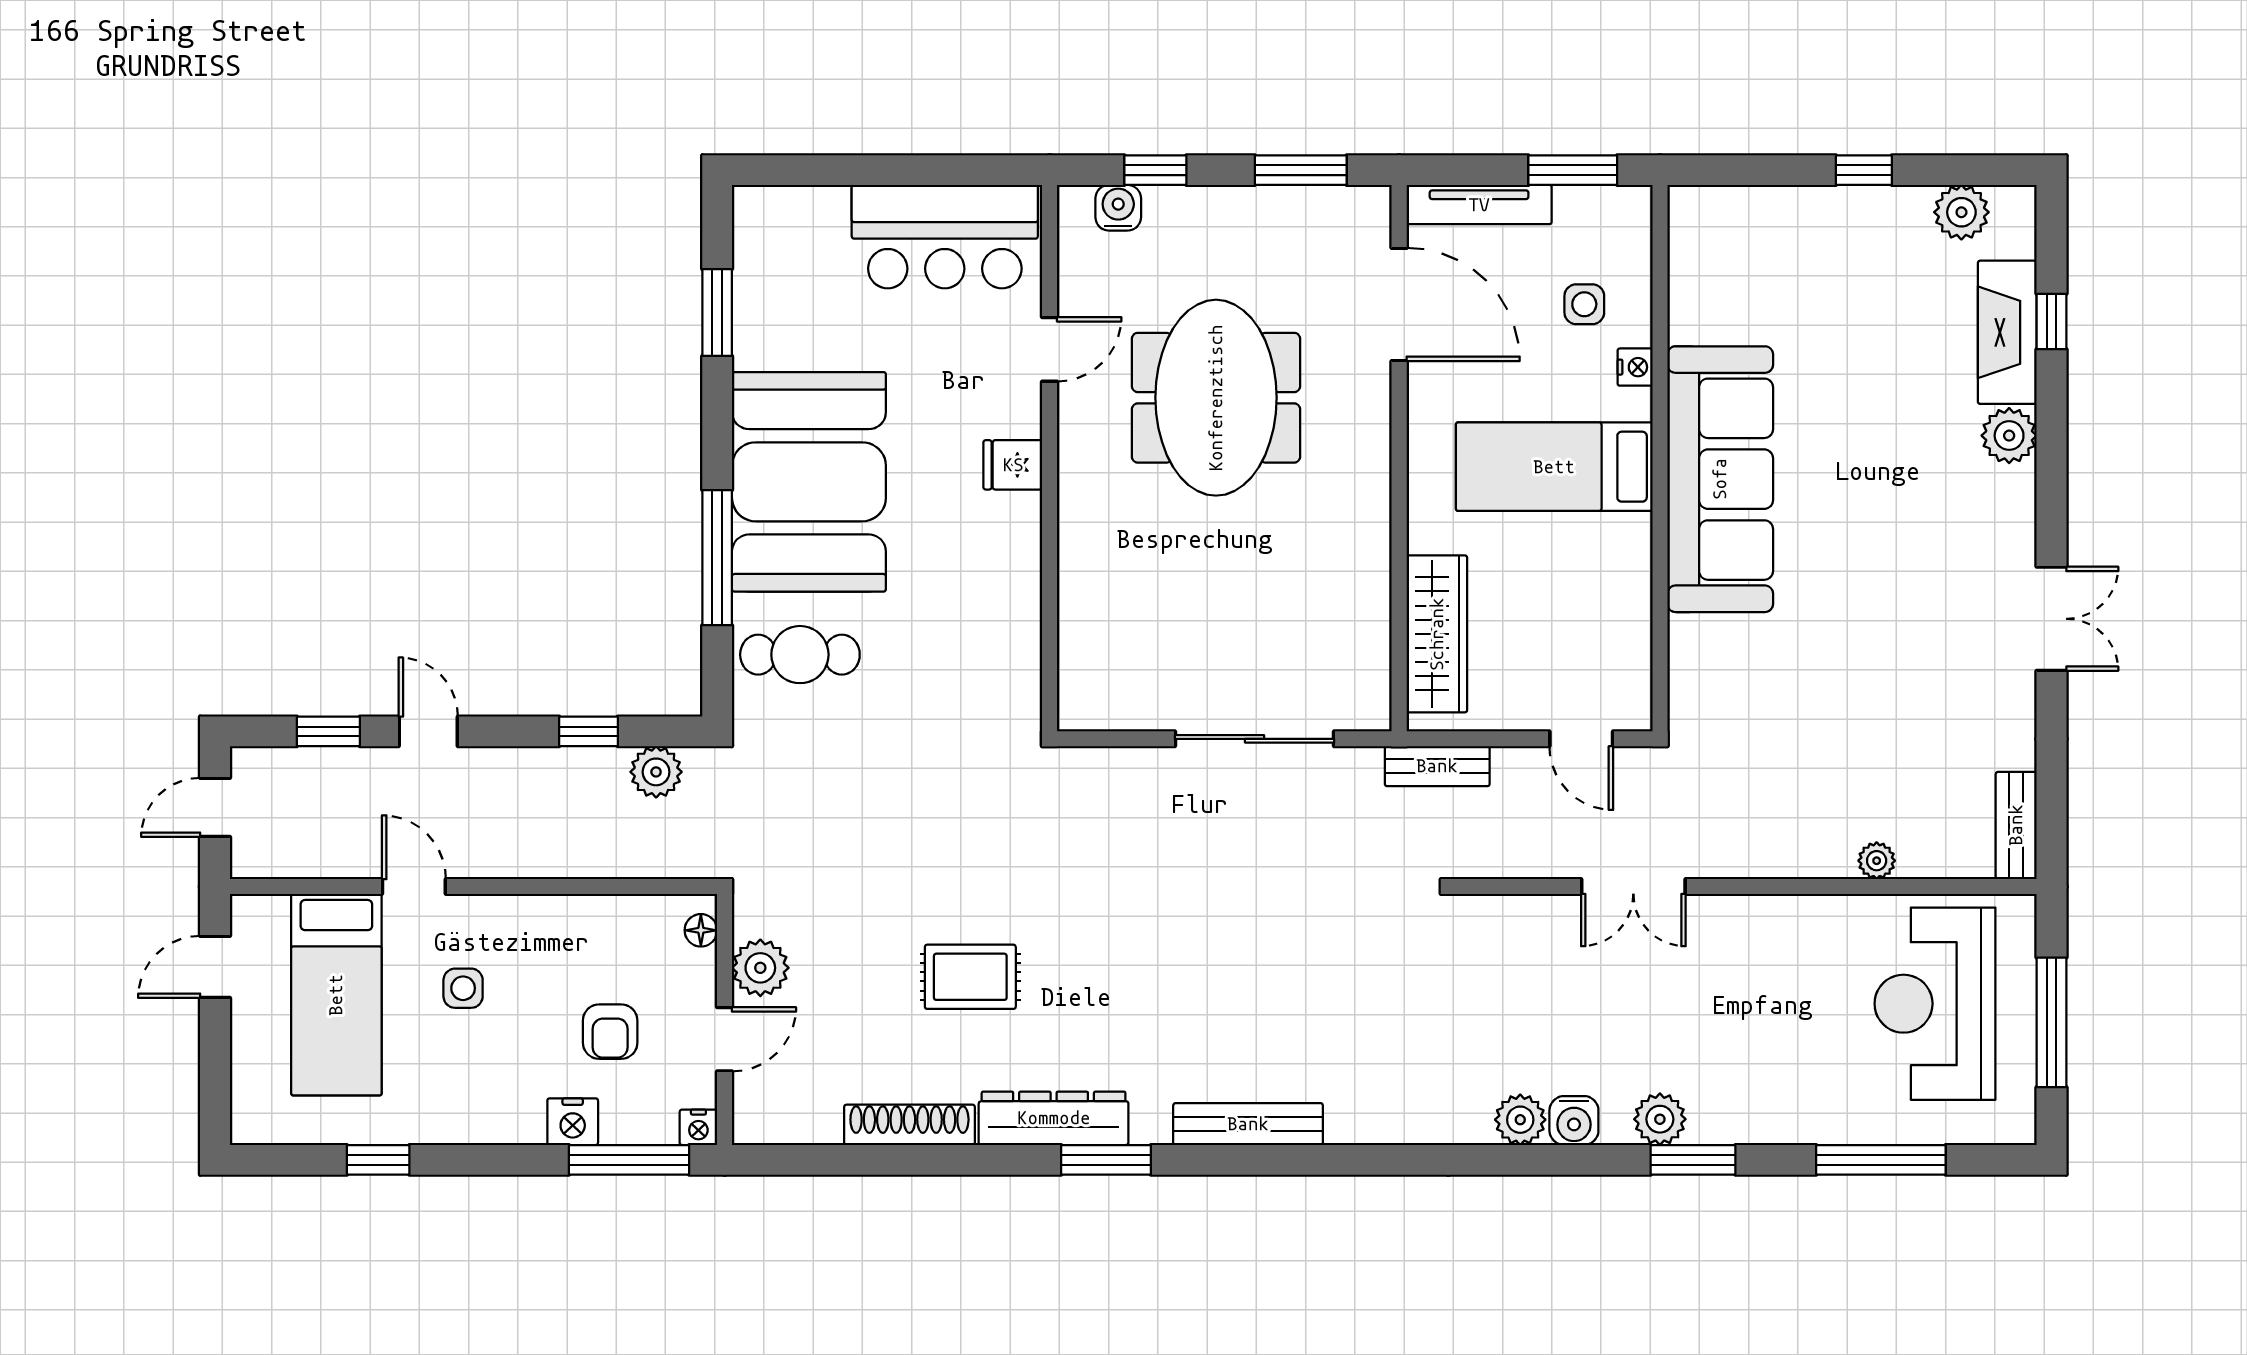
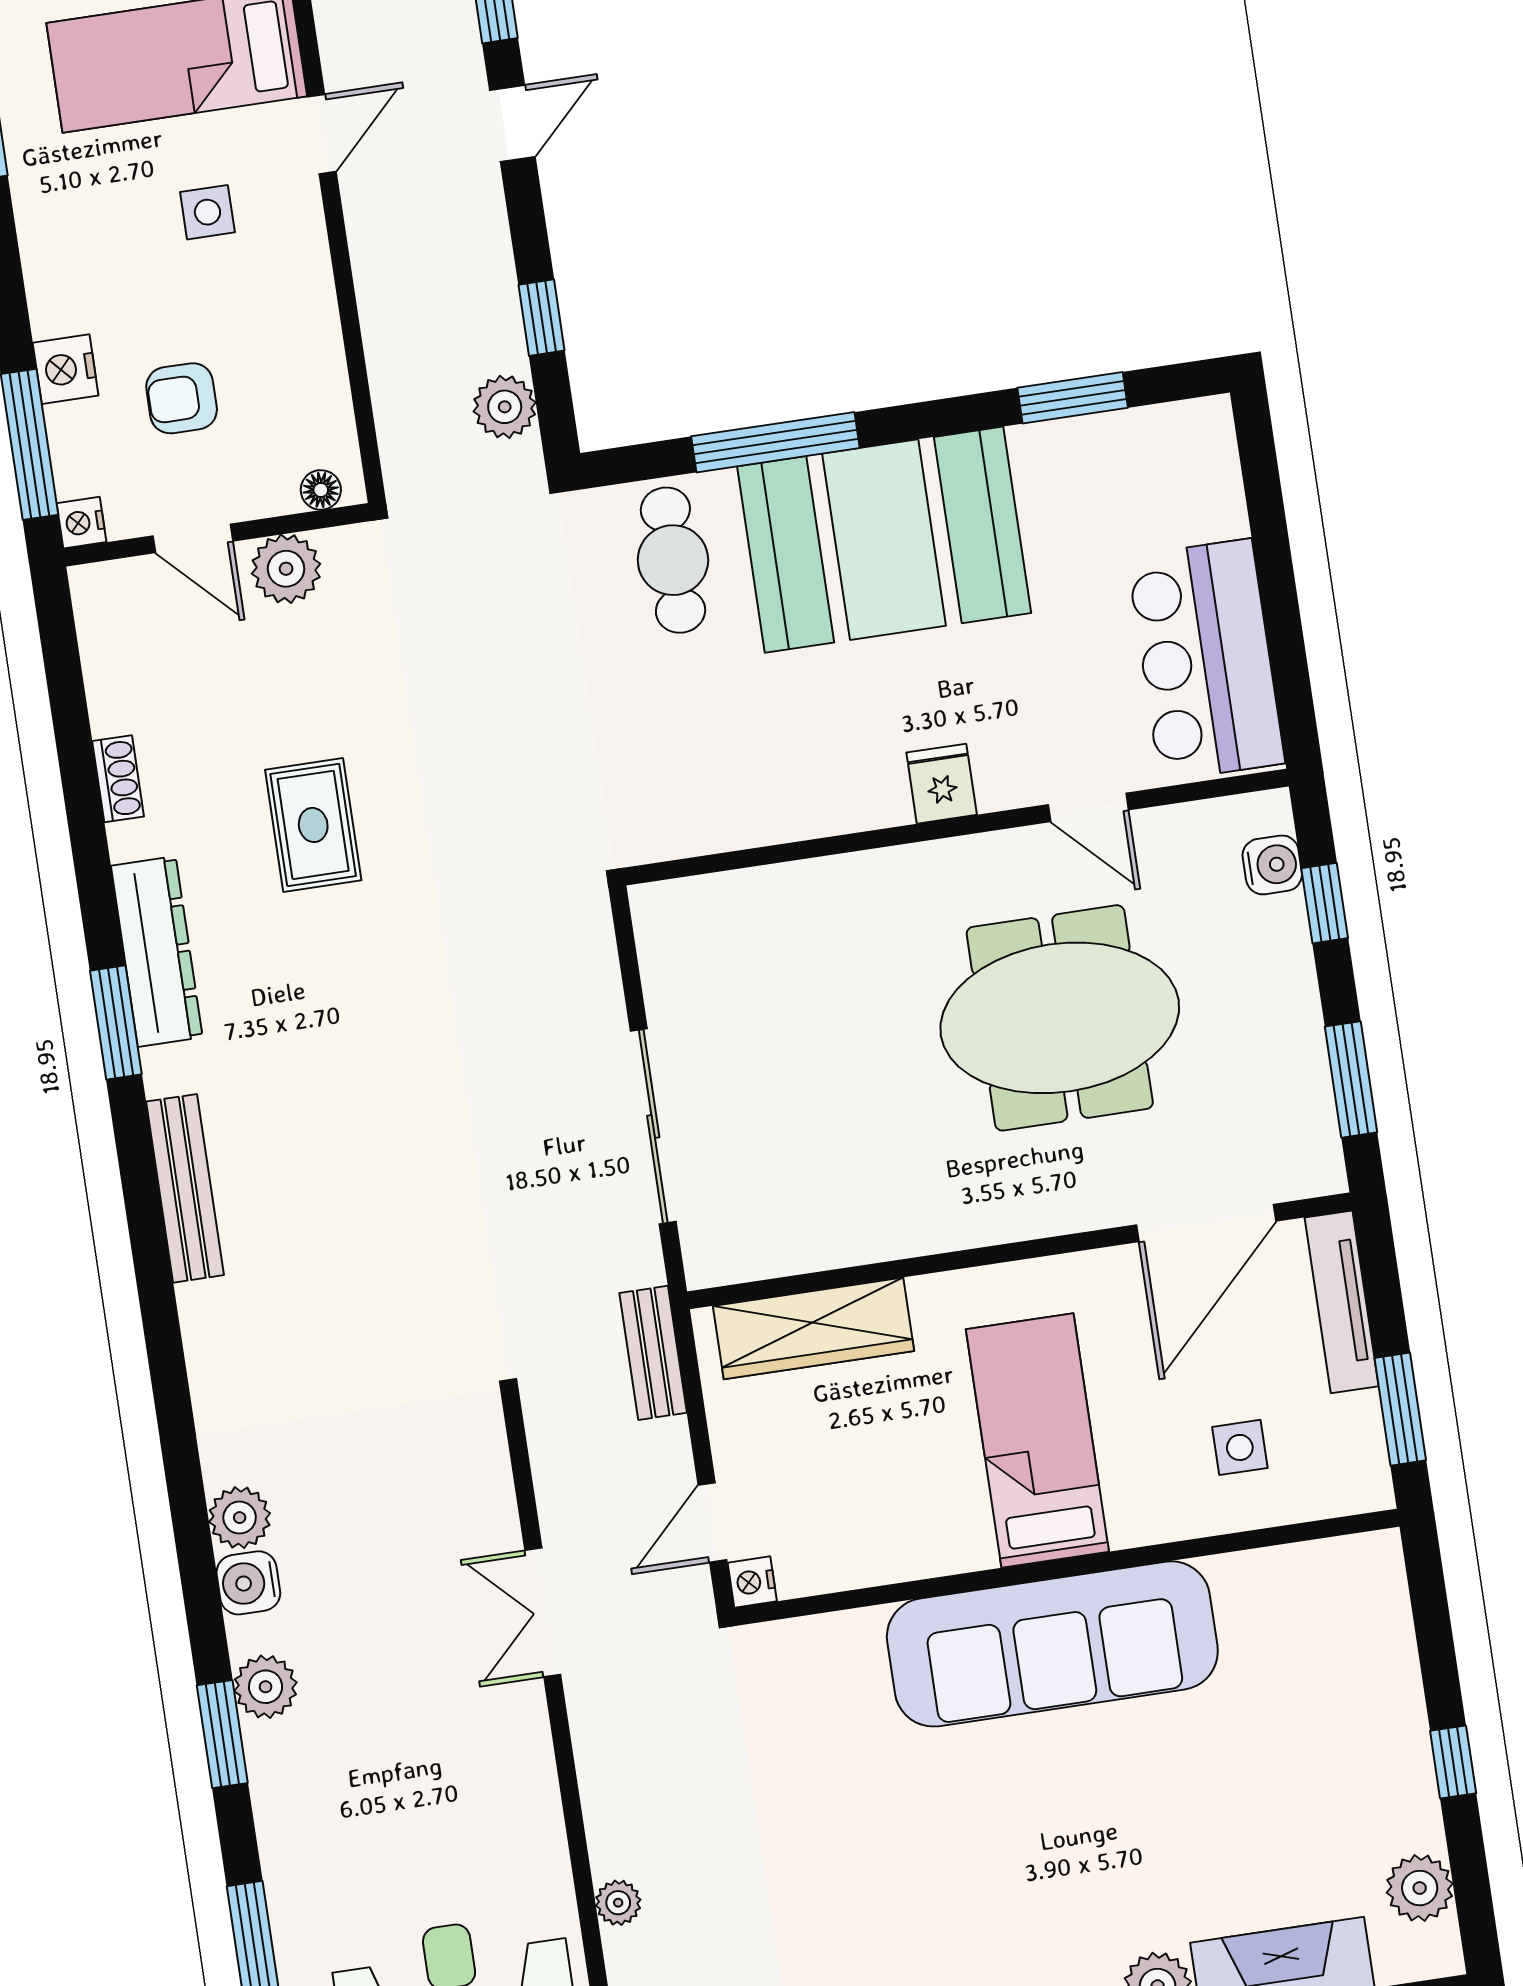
nightstand: (1635, 367) -> (752, 1582), moved, turned 90
shoe rack: (909, 1125) -> (118, 779), width x0.51, depth x0.81

